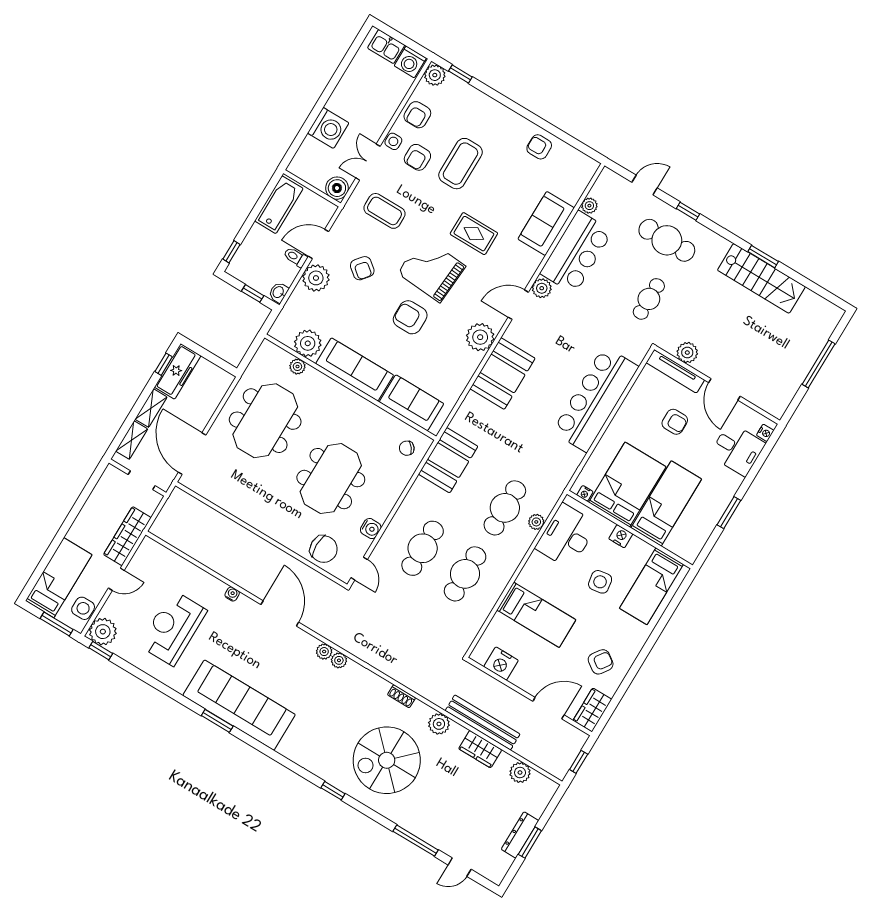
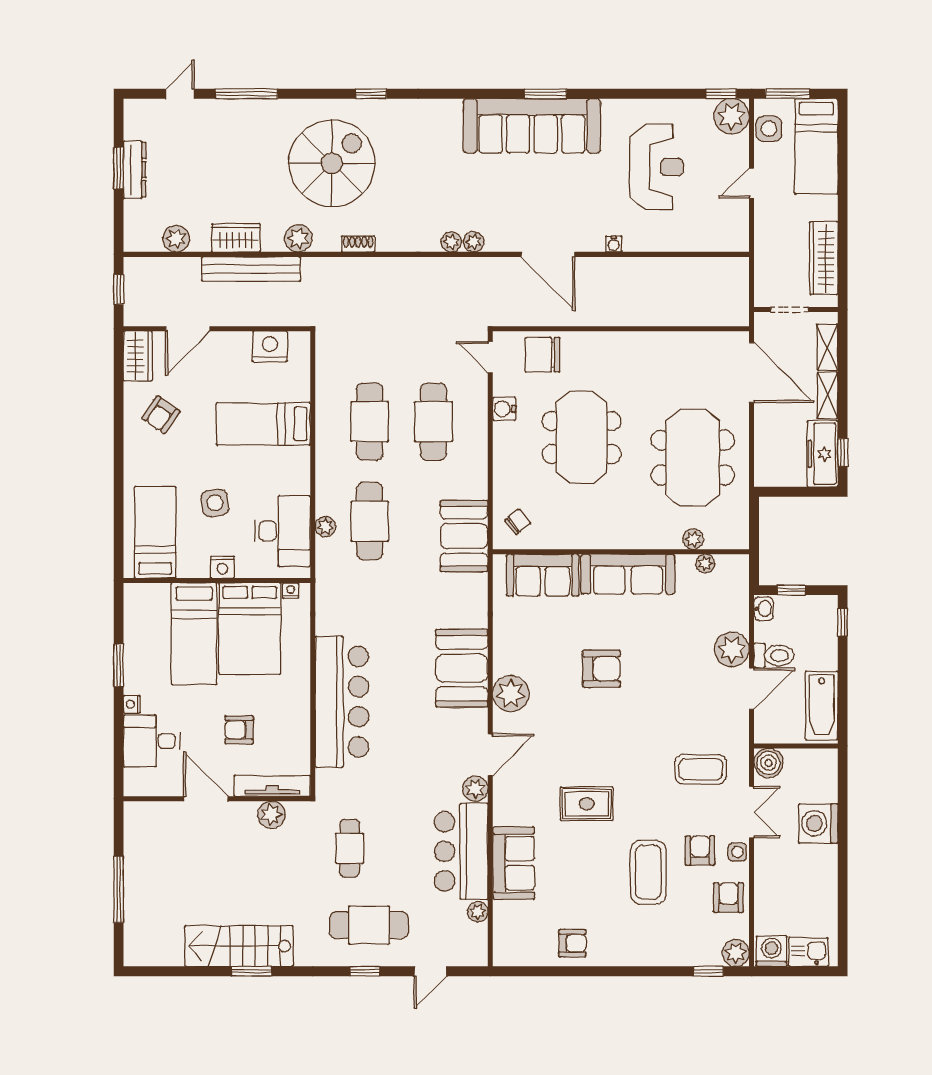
toilet: (295, 257) -> (774, 655), width x1.37, depth x1.39
armchair: (362, 268) -> (687, 691), removed
grand piano: (431, 270) -> (610, 736), removed
plant: (308, 343) -> (705, 563), width x0.53, depth x0.53
nightstand: (765, 433) -> (132, 704), moved
wardrobe: (127, 536) -> (824, 258), moved, turned 180

